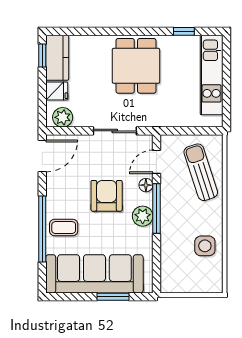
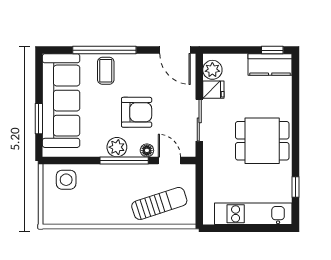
fridge: (57, 91) -> (213, 90), moved, turned -90
side table: (205, 246) -> (66, 180), moved

